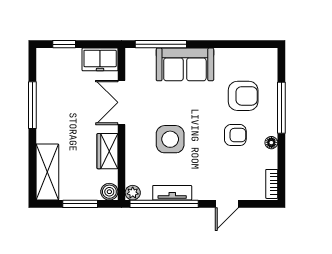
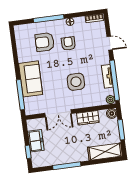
freezer: (100, 59) -> (36, 141), moved
armchair: (243, 96) -> (45, 42), turned -90

